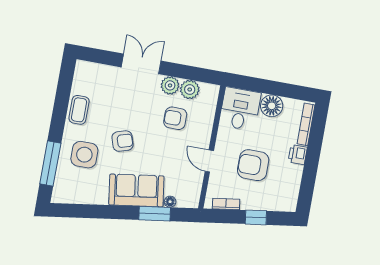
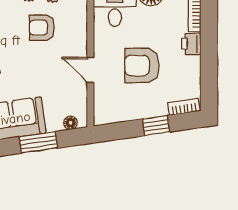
floor lamp: (170, 202) -> (71, 123), moved
bookcase: (226, 204) -> (184, 107), moved

